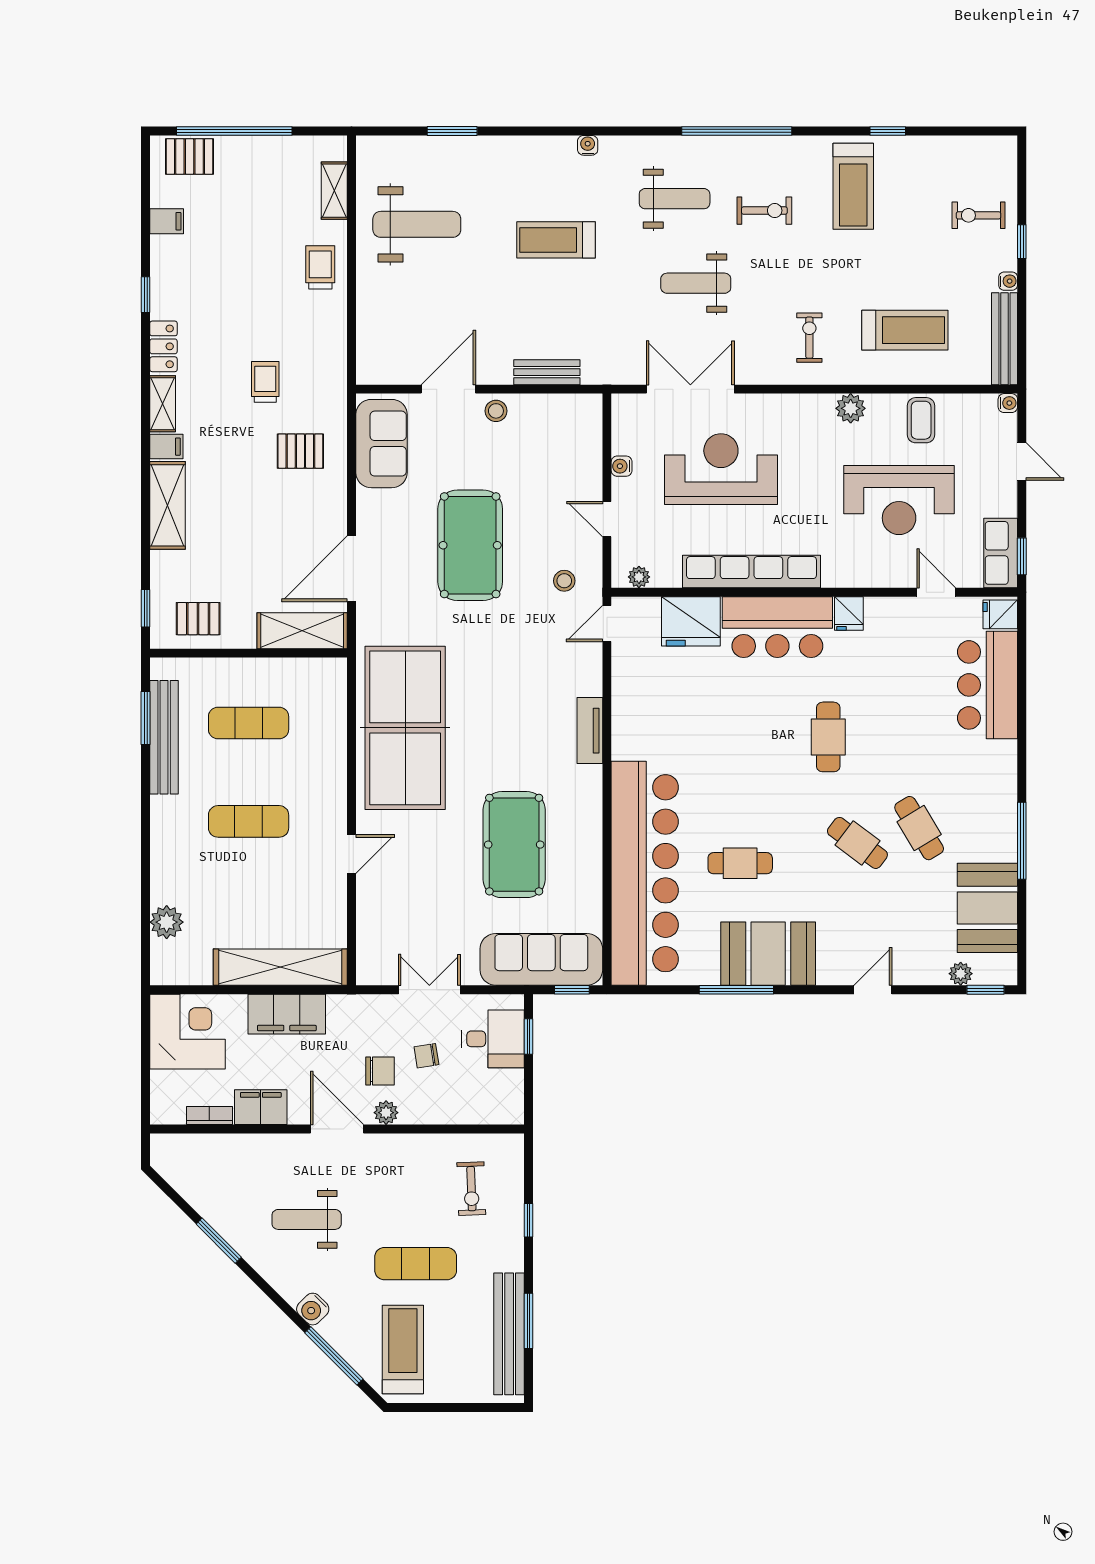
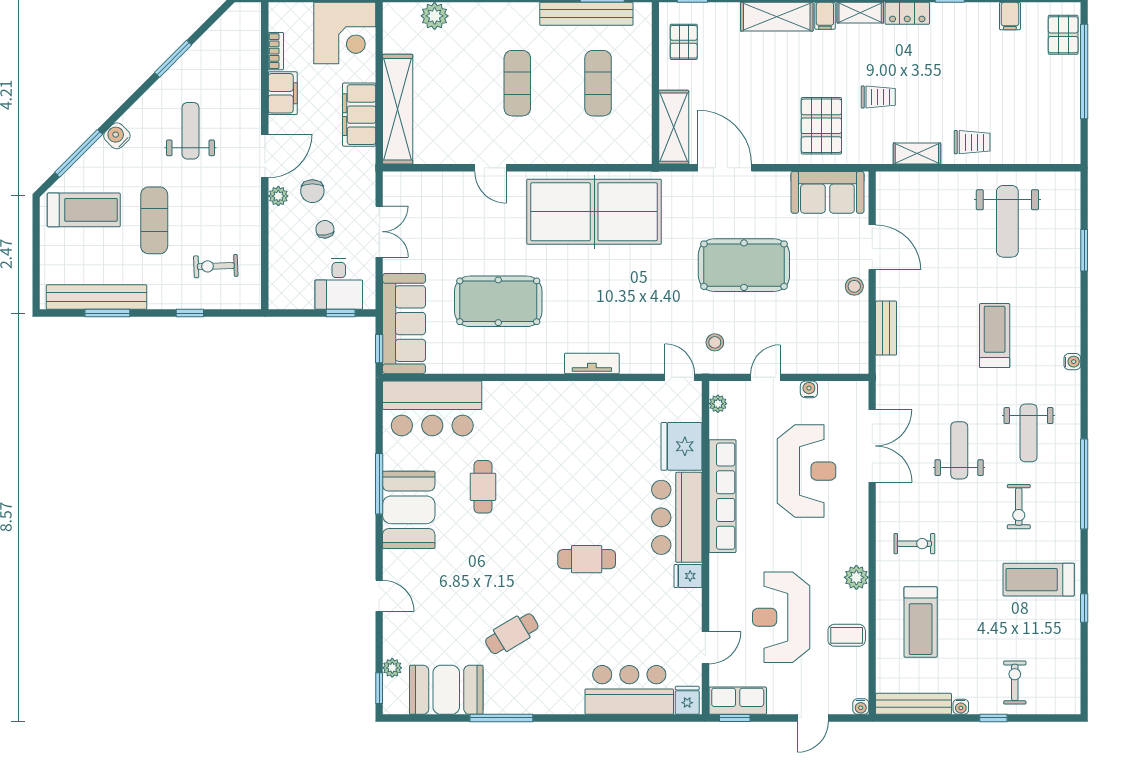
shelving: (334, 191) -> (917, 154), moved
pallet: (300, 451) -> (821, 126), width x1.50, depth x1.42
cafe table: (857, 843) -> (500, 583), removed
bar counter: (645, 873) -> (432, 408), width x0.54

